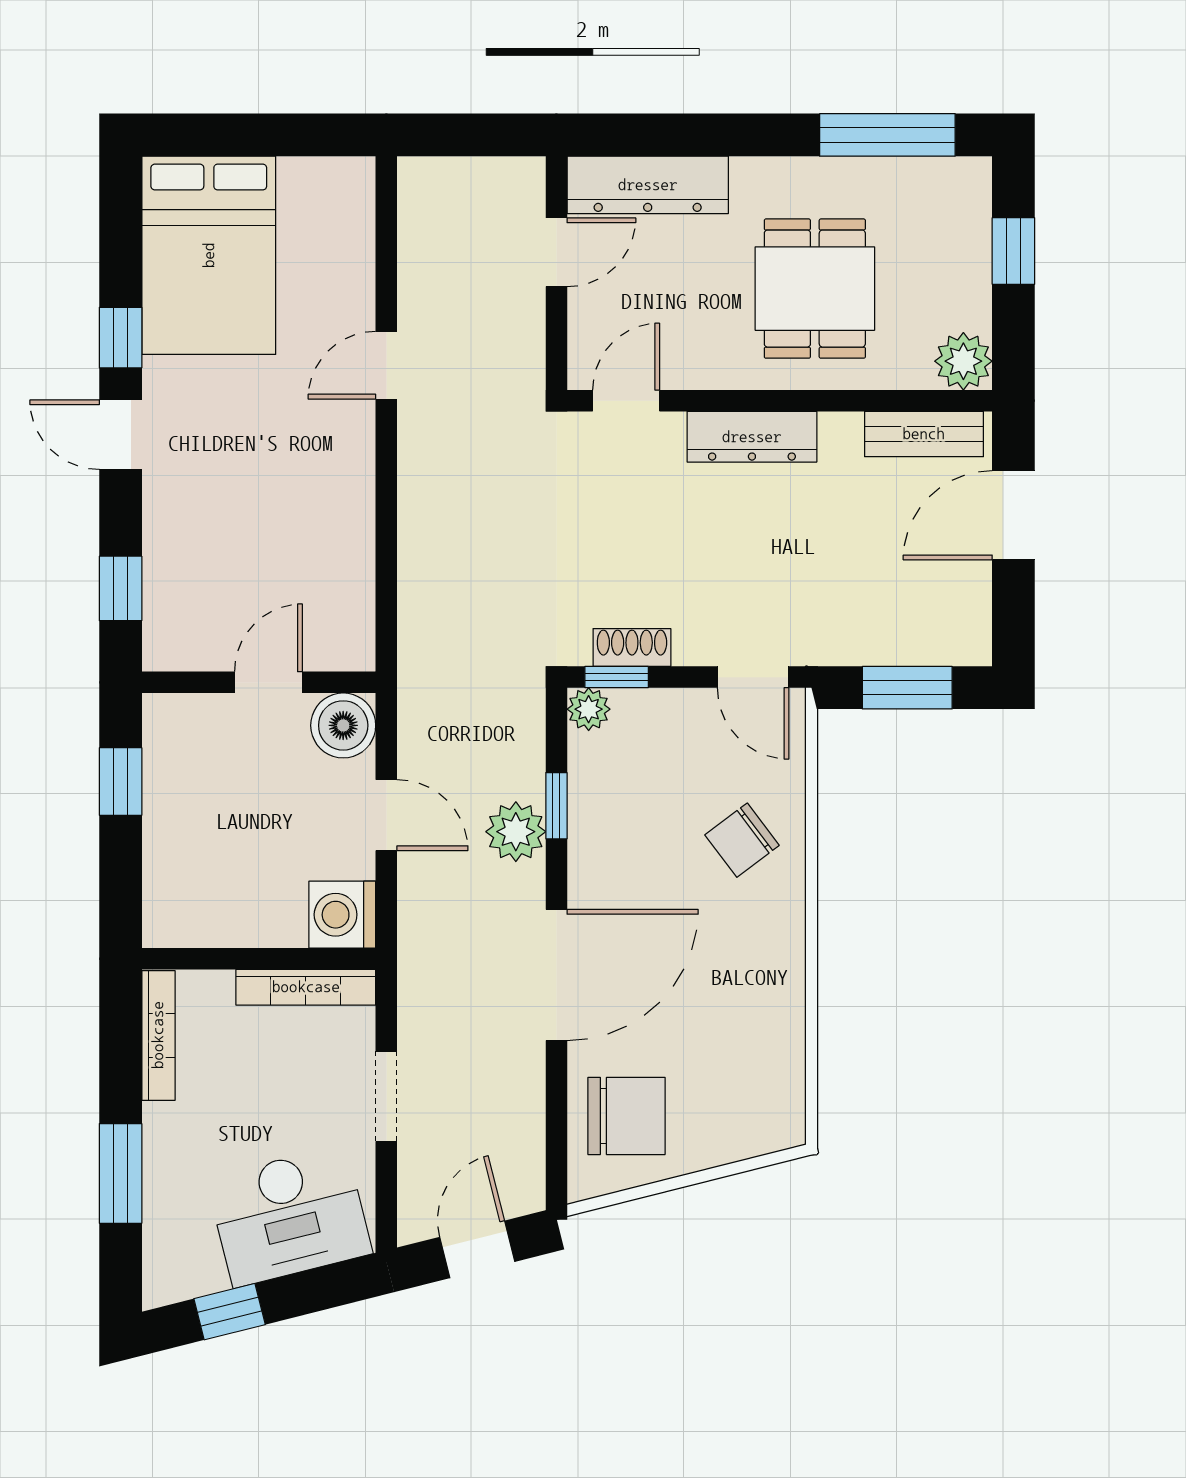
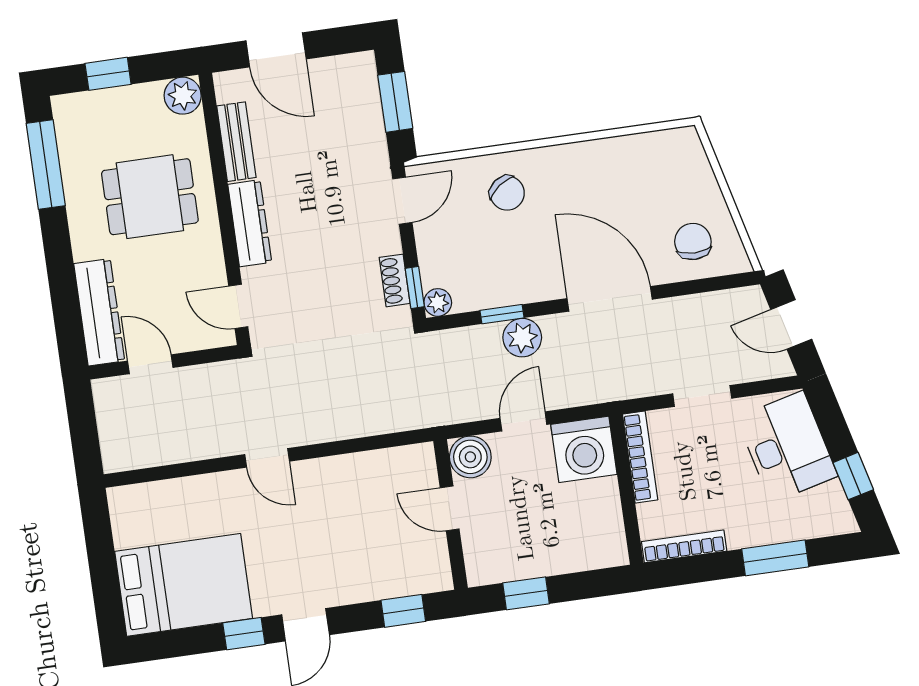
door: (386, 365) -> (267, 458), moved
bench: (924, 434) -> (236, 142), moved
washing machine: (342, 915) -> (584, 449), width x1.37, depth x1.37
chair: (627, 1116) -> (693, 242), width x0.73, depth x0.73

